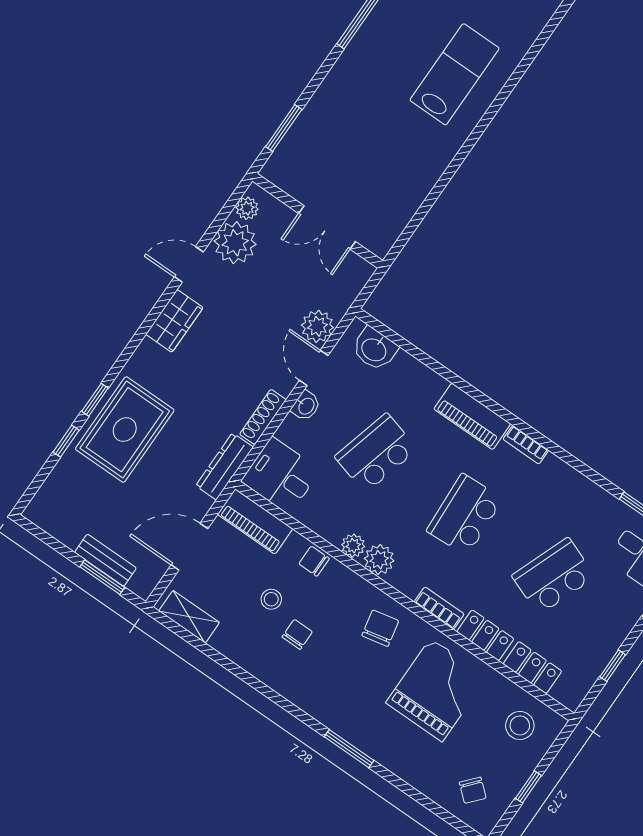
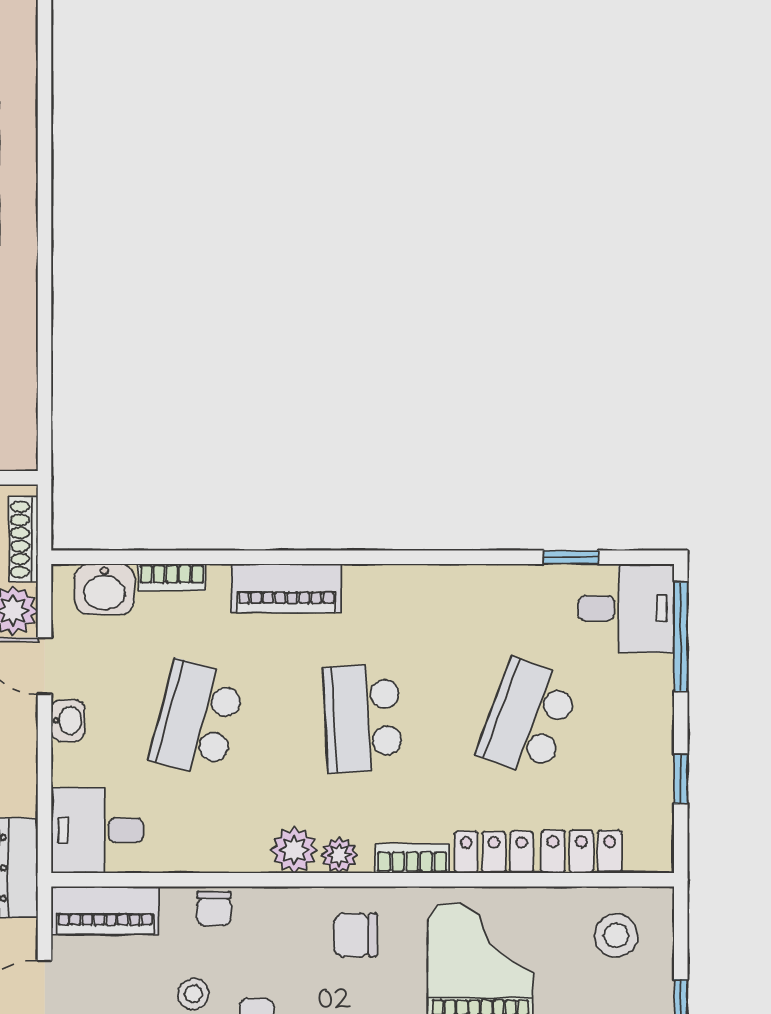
shoe rack: (263, 417) -> (24, 539), moved
bookcase: (526, 445) -> (172, 577), moved
plant: (353, 546) -> (339, 855), moved
chair: (314, 561) -> (214, 909), turned -90
chair: (380, 628) -> (356, 935), turned -78

